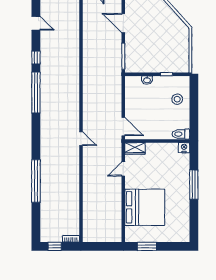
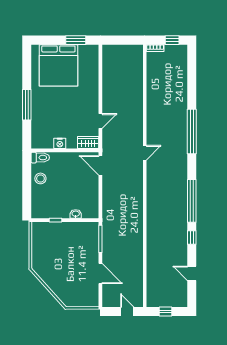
stool: (177, 99) -> (40, 178), moved
door: (81, 139) -> (145, 153), swing flipped
nightstand: (184, 148) -> (60, 143), moved
window: (36, 181) -> (192, 131), moved
bed: (145, 207) -> (58, 65), moved, turned -90

